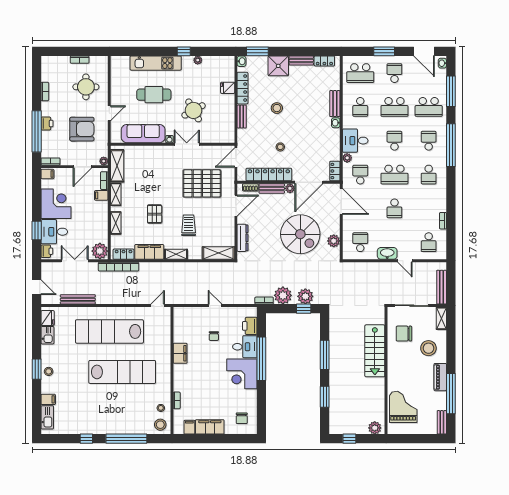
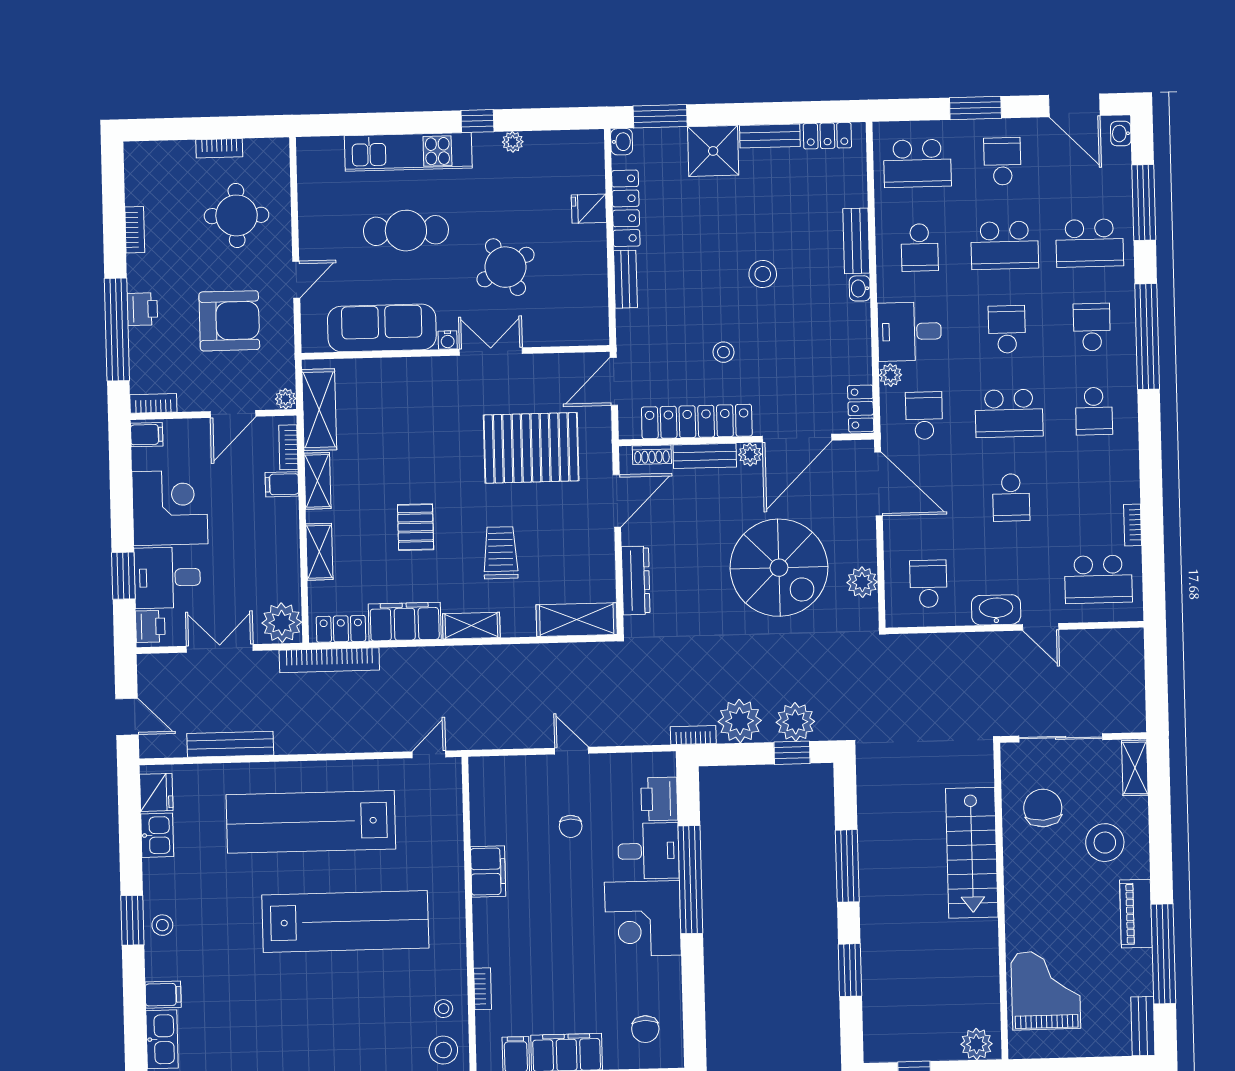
stool: (277, 108) -> (763, 274), moved
school desk: (429, 242) -> (1098, 579), width x1.85
bench: (442, 287) -> (1133, 690), removed
chair: (404, 334) -> (1043, 808), turned 87

